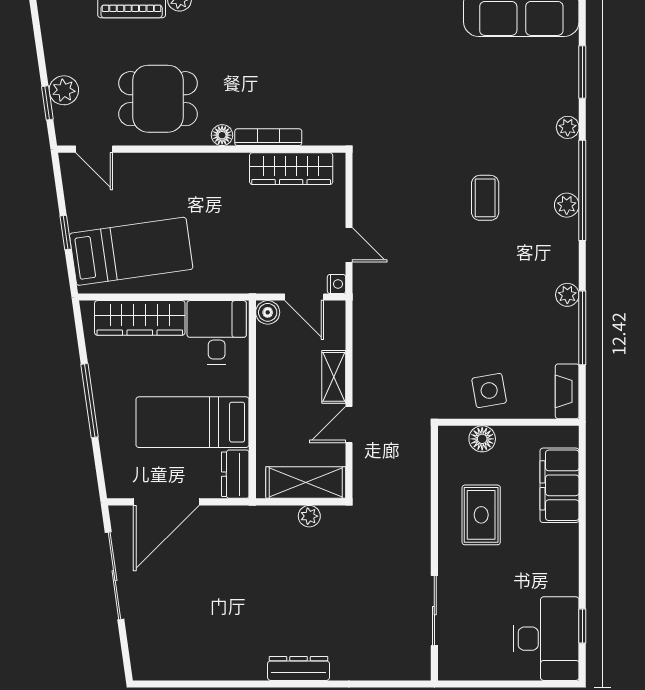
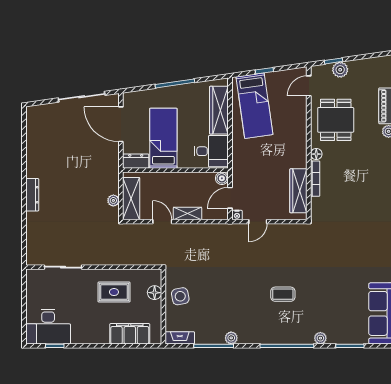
plant: (567, 205) -> (279, 338), removed

